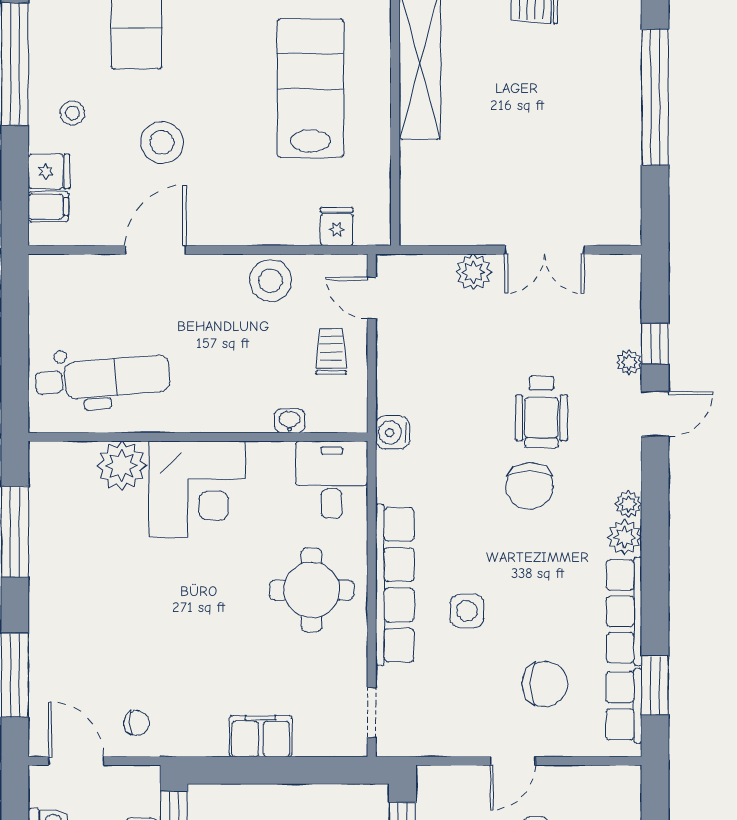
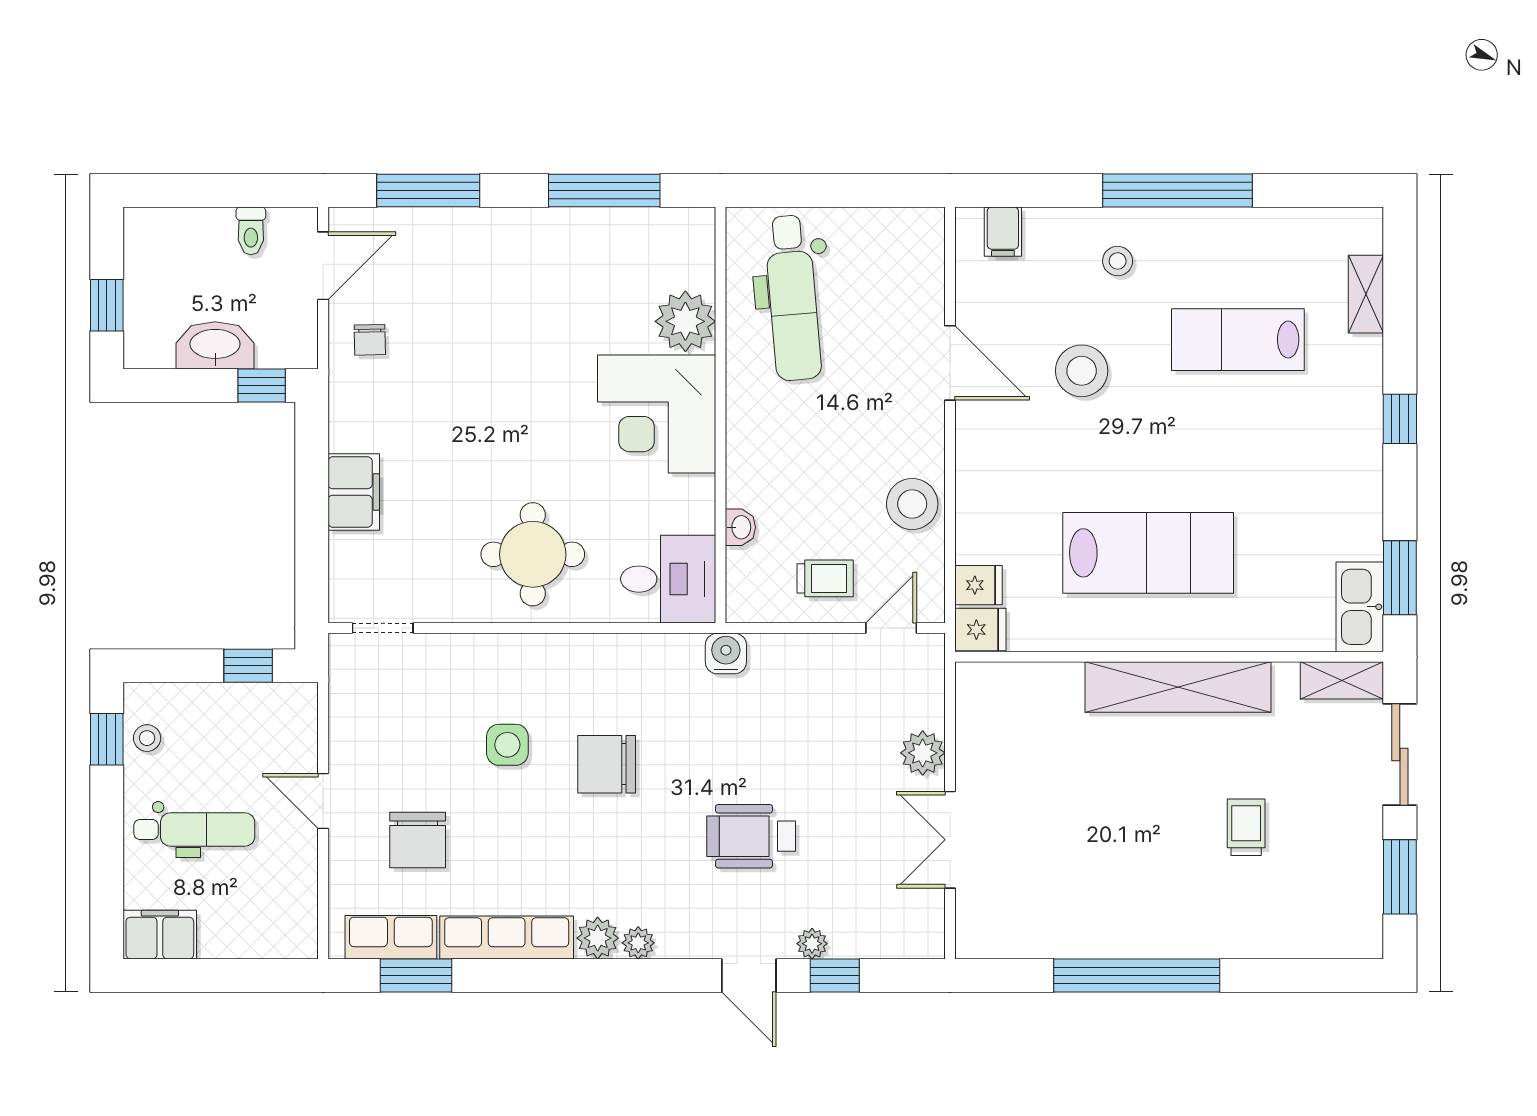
fridge: (49, 171) -> (980, 630), moved, turned -90
chair: (530, 486) -> (607, 764), moved
row of seats: (395, 585) -> (539, 656), removed

